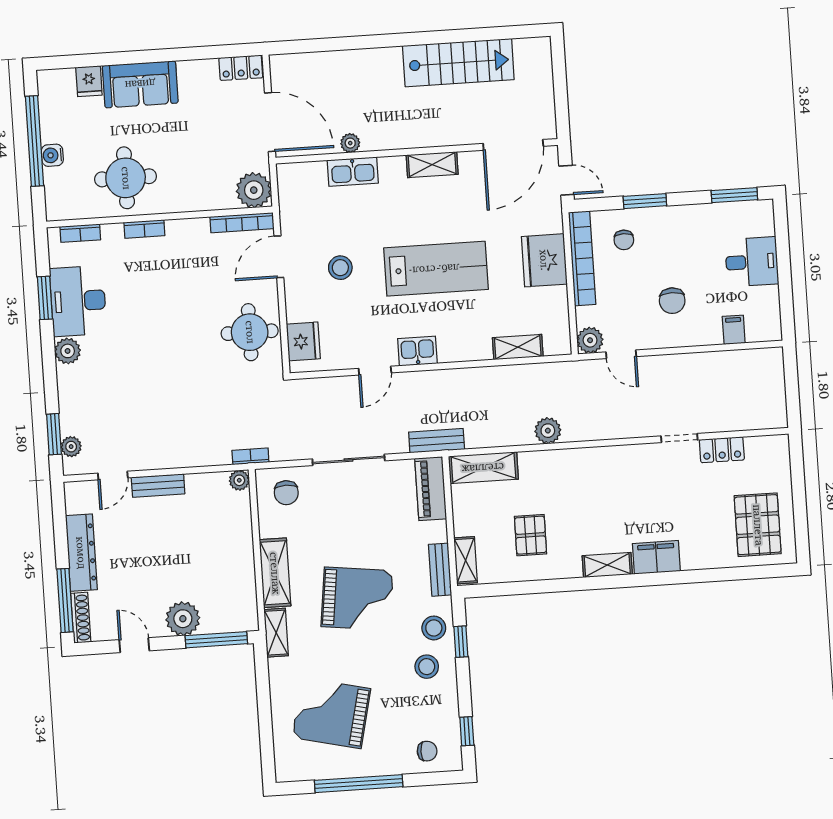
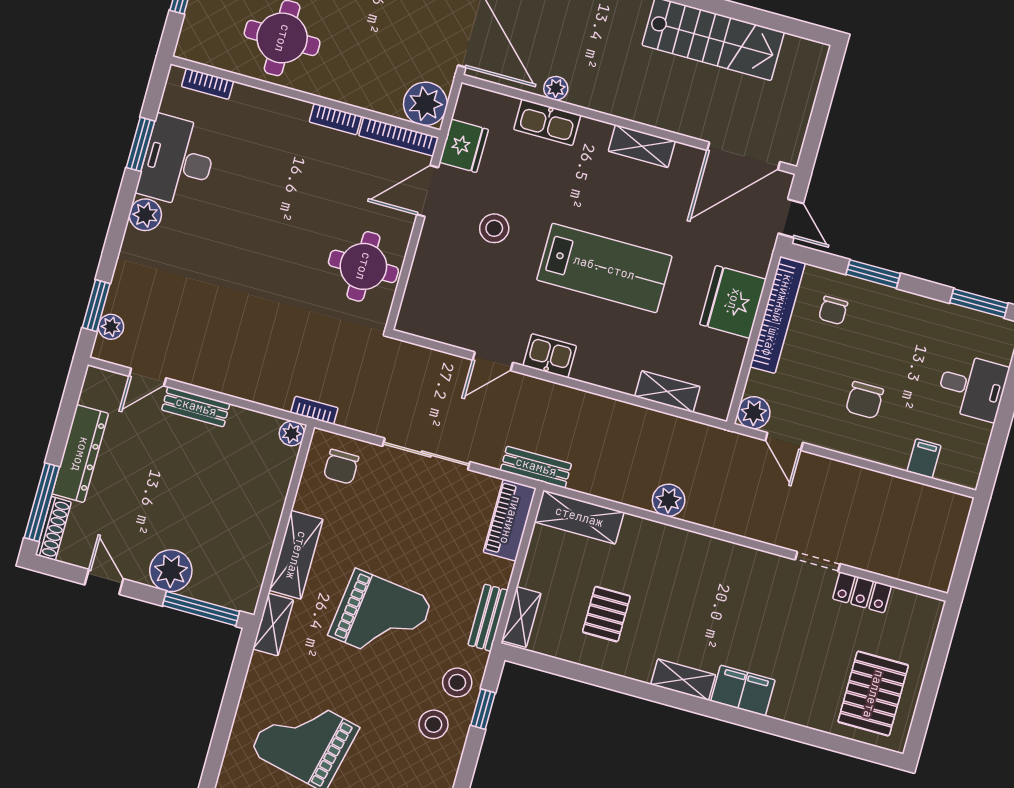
bookcase: (144, 229) -> (335, 119), moved
fridge: (303, 341) -> (464, 146), moved

